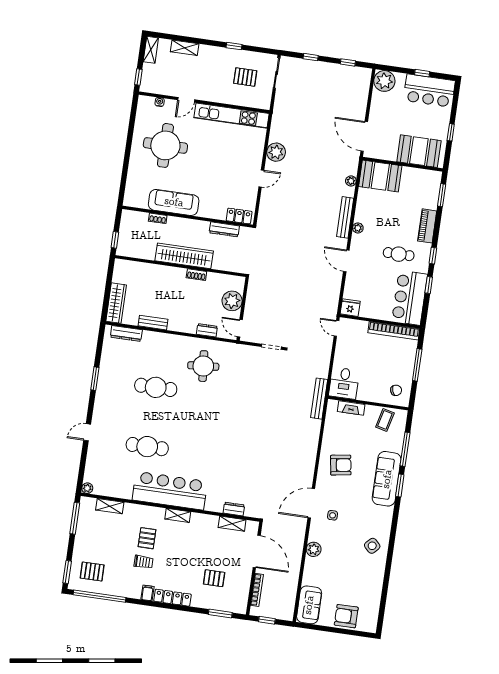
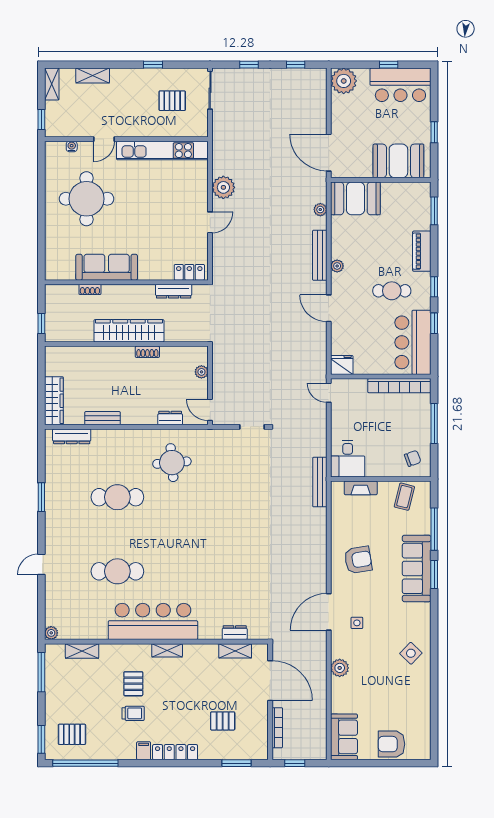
plant: (232, 301) -> (201, 372), width x0.53, depth x0.53

